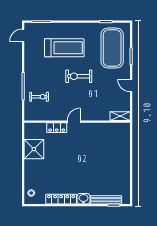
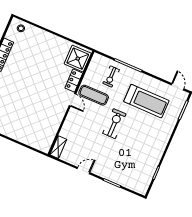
treadmill: (64, 48) -> (146, 101), moved, turned -90
exercise mat: (112, 48) -> (94, 95), moved, width x0.50, depth x0.69
shower: (34, 149) -> (78, 59), moved

